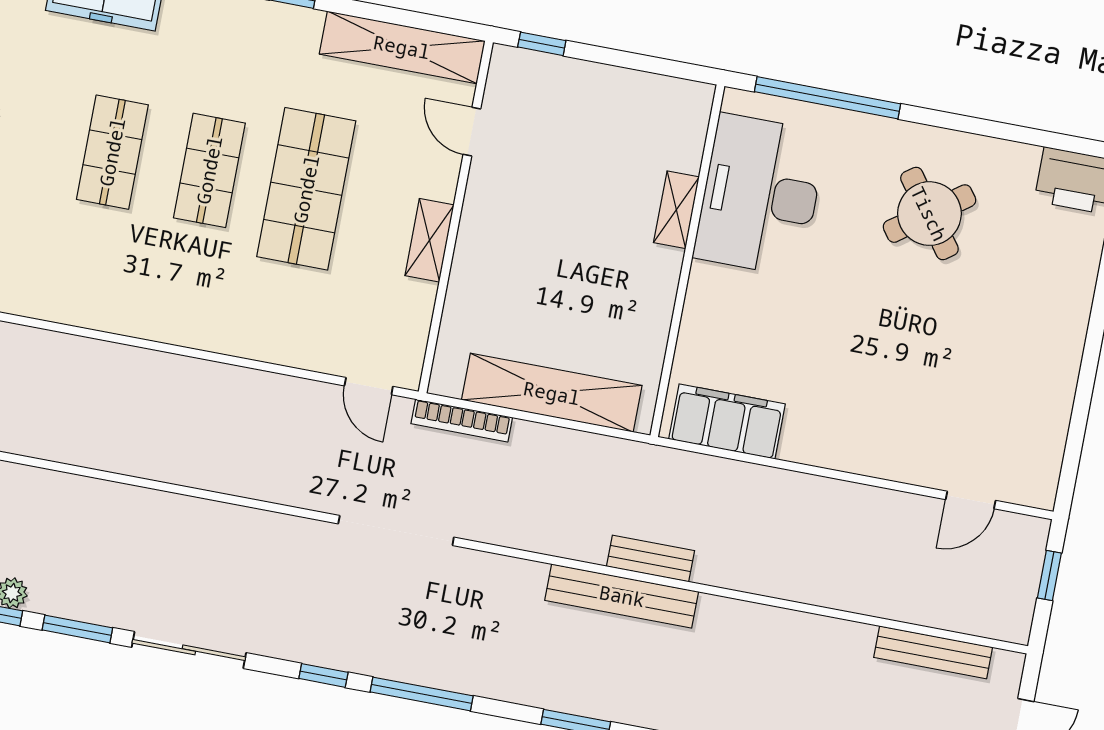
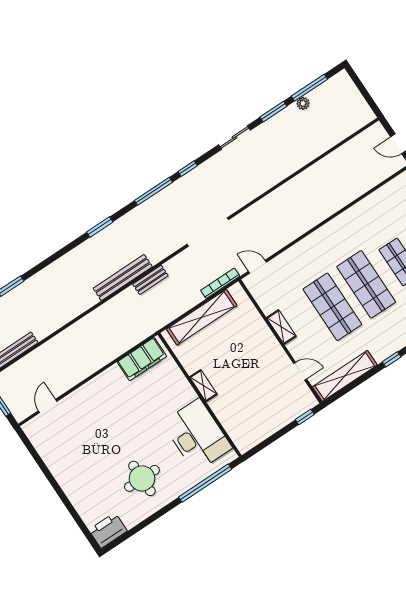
shop shelf: (209, 170) -> (366, 284), width x1.43, depth x1.36
shelving: (676, 210) -> (203, 386), moved
round table: (929, 214) -> (142, 478), turned 36
bench: (651, 559) -> (150, 280), moved
sliding door: (189, 650) -> (235, 137), width x0.73

